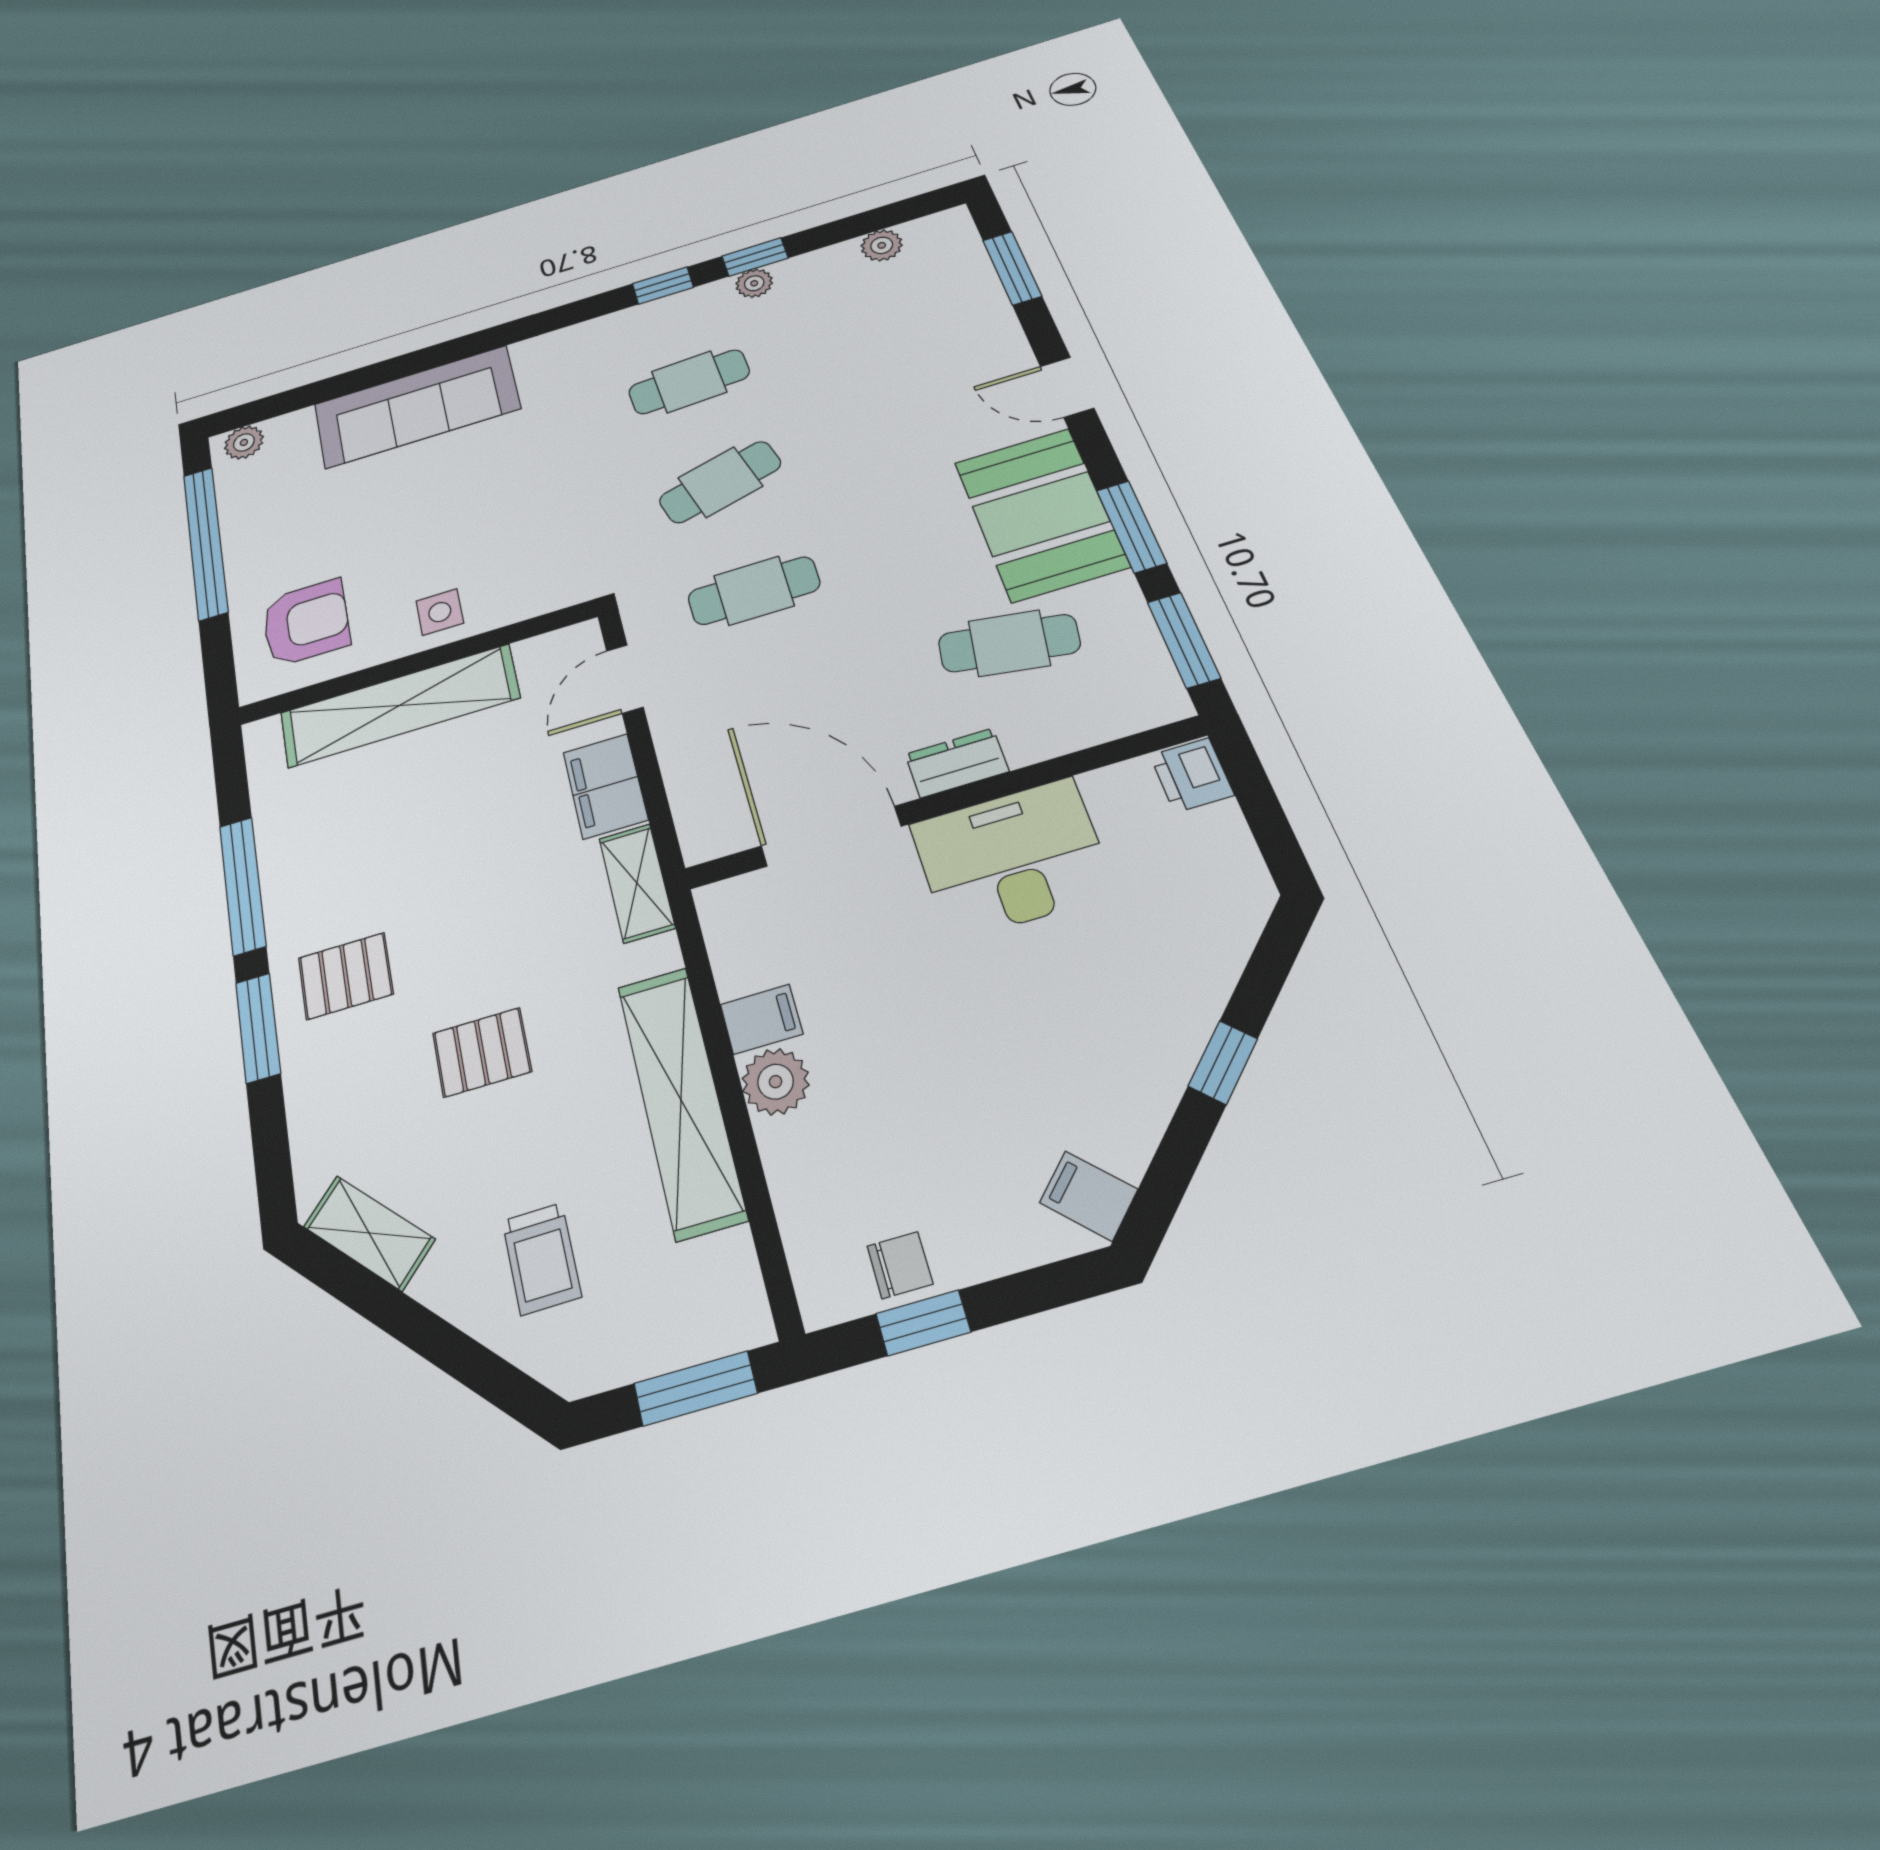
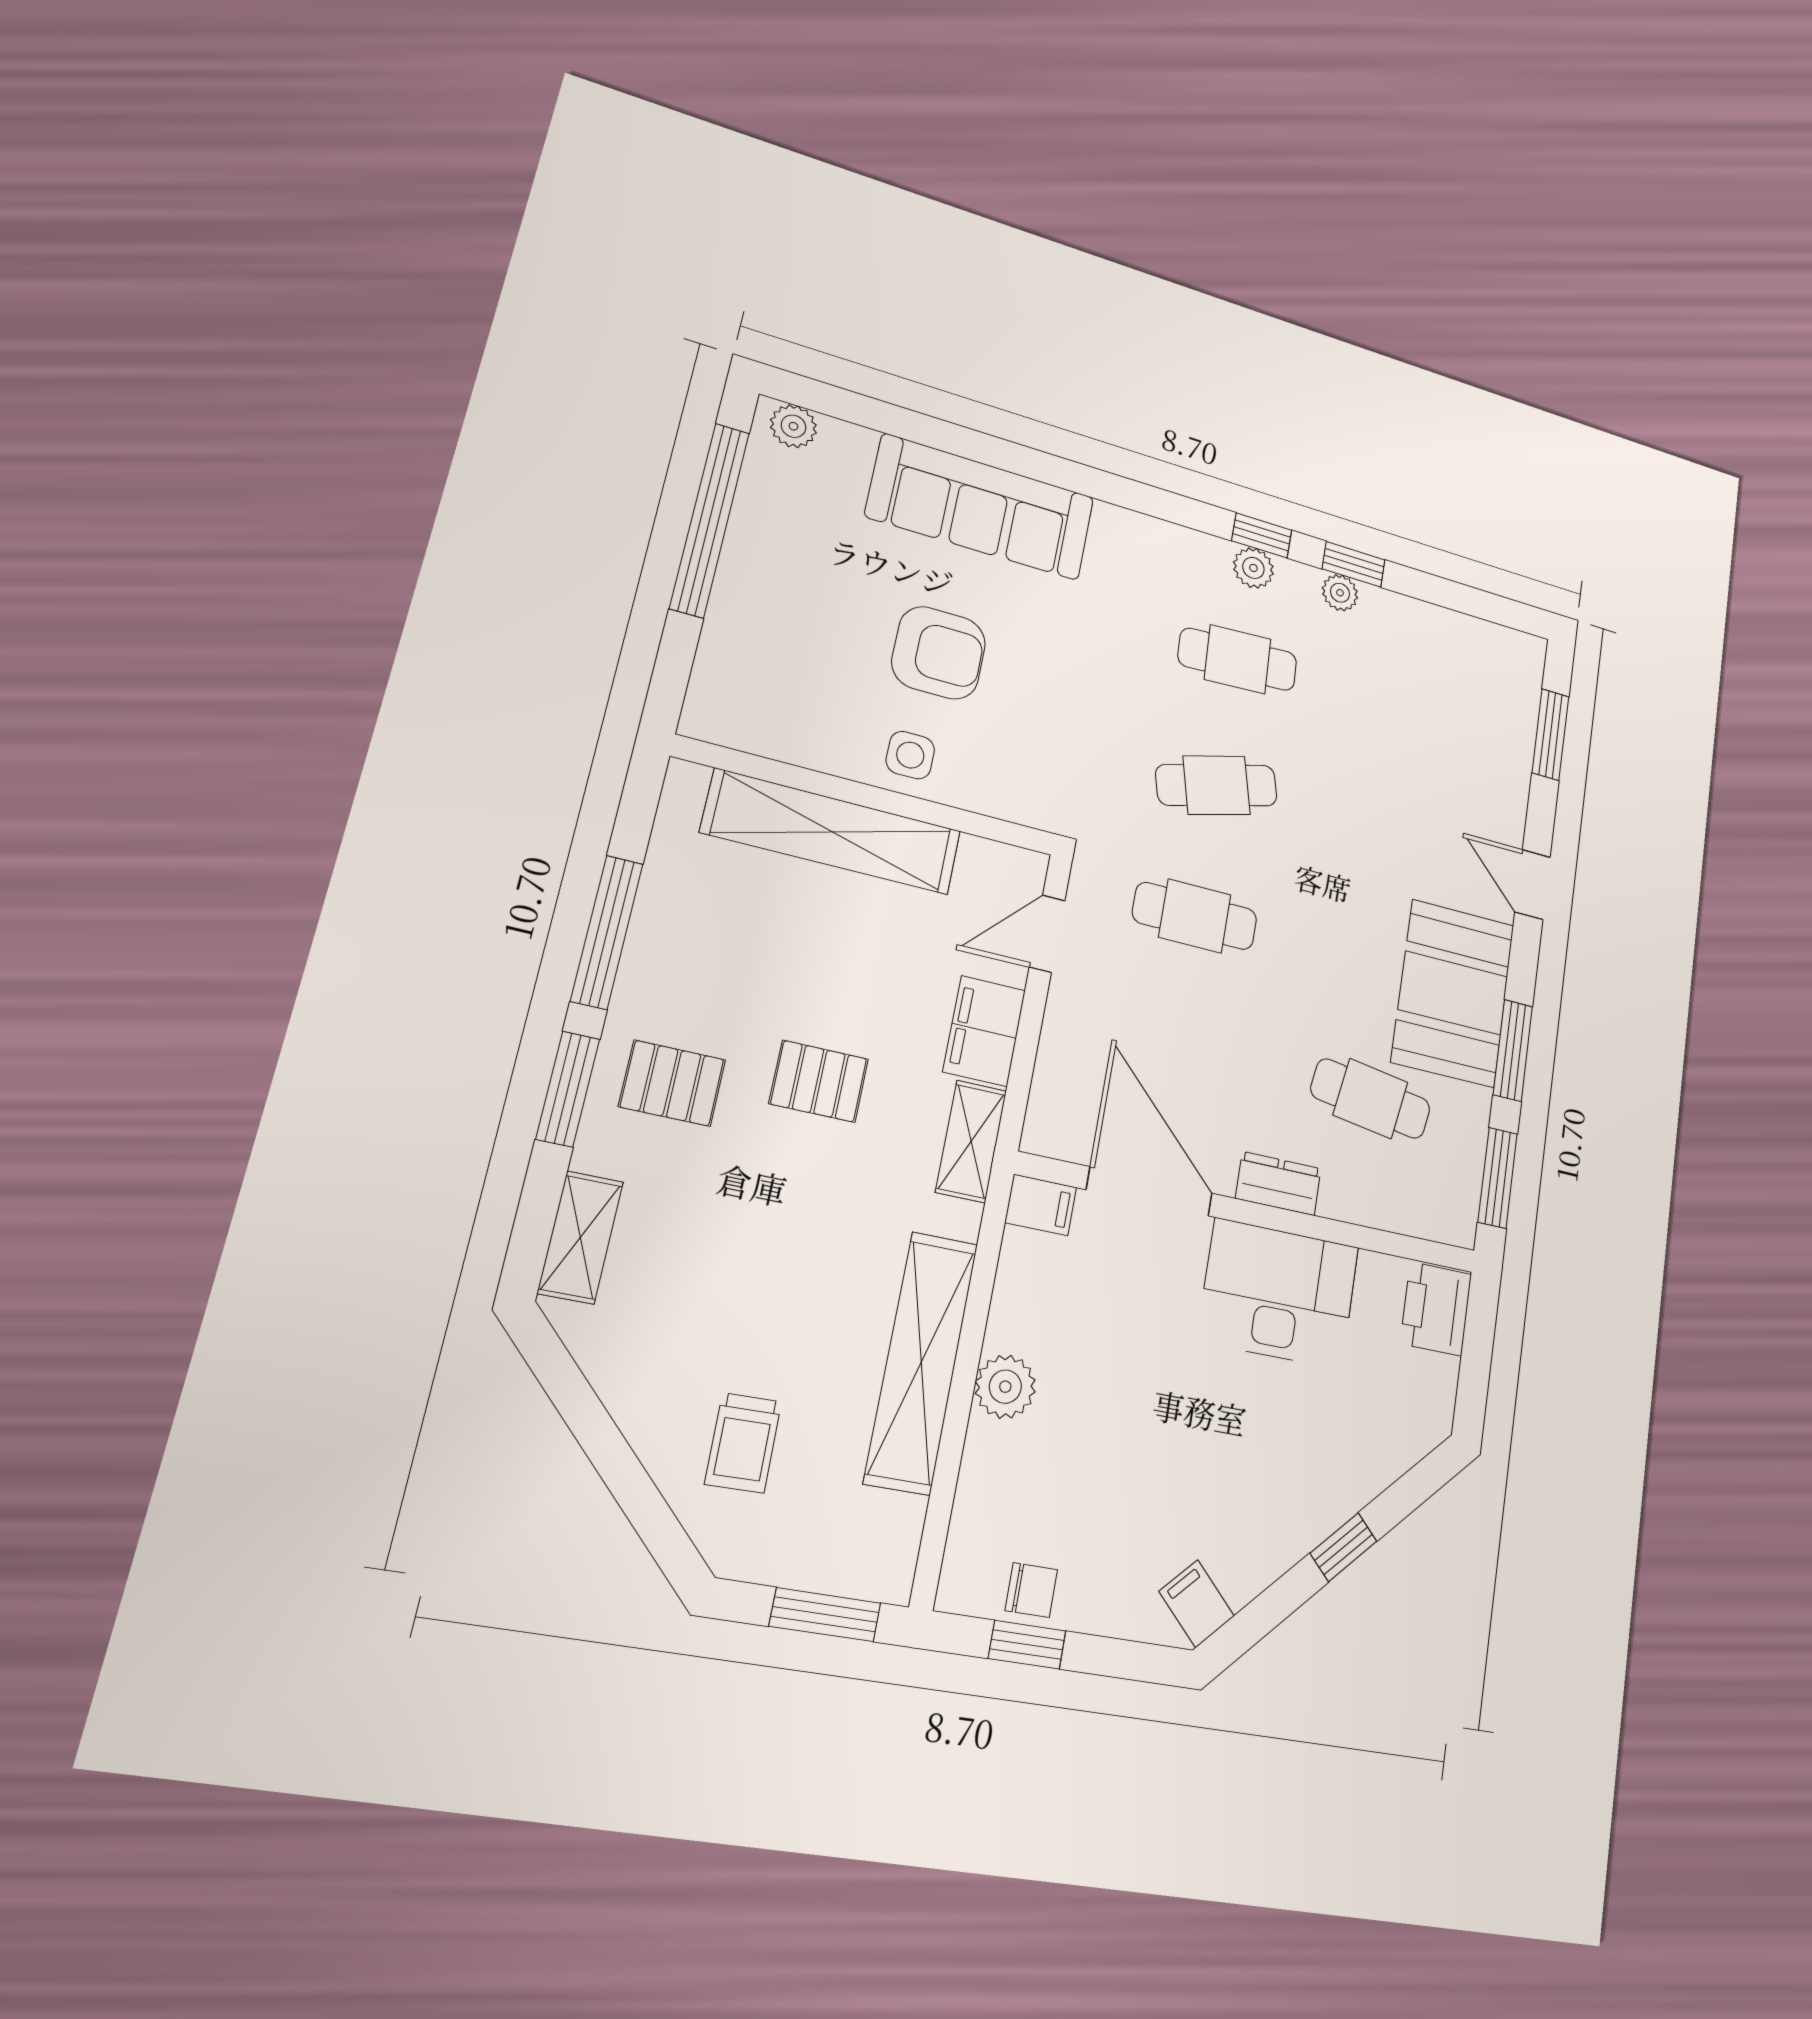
plant: (882, 245) -> (1253, 568), moved
armchair: (306, 623) -> (939, 653), moved
printer: (1192, 775) -> (1436, 1309), width x1.36, depth x1.24
filing cabinet: (761, 1019) -> (1041, 1205), moved
pallet: (482, 1052) -> (819, 1081), moved
shelving: (369, 1233) -> (580, 1237), moved, turned 45

